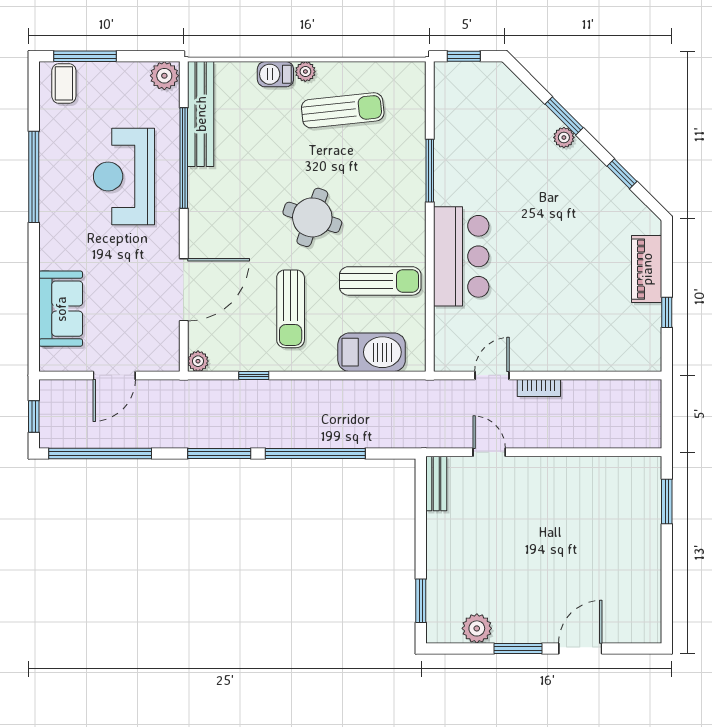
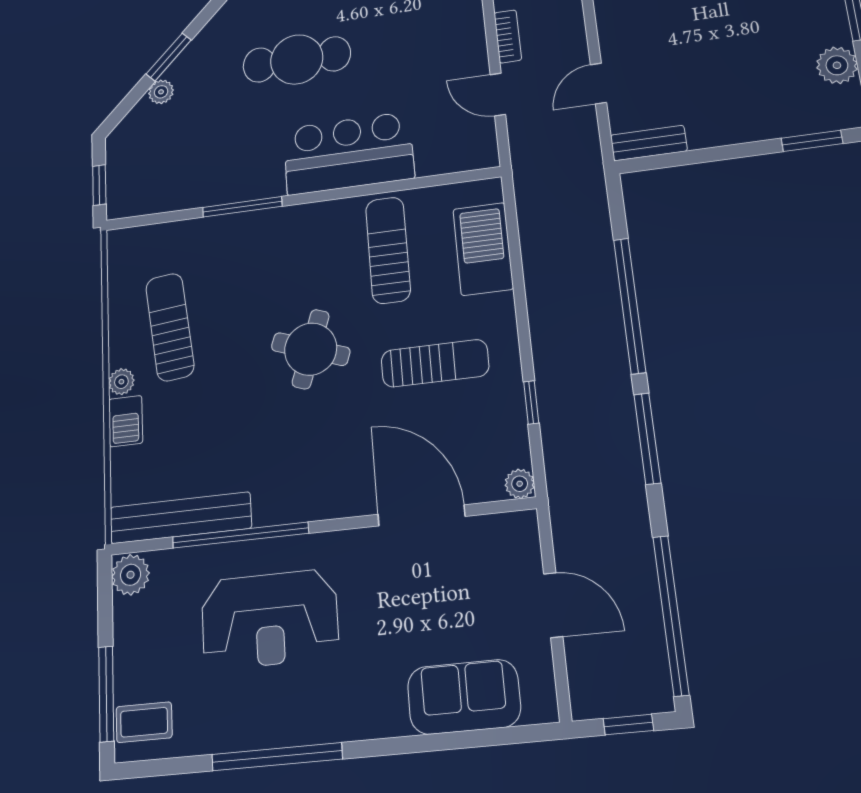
plant: (564, 137) -> (161, 92), moved
cafe table: (546, 220) -> (297, 59), added

